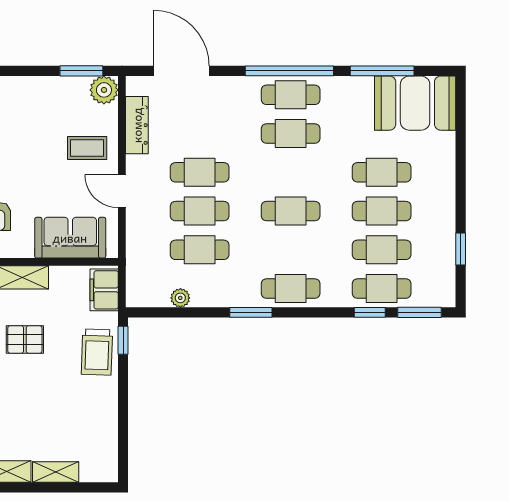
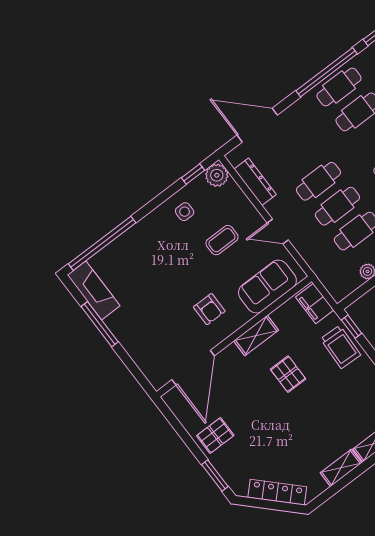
window: (81, 71) -> (193, 174), width x0.67
side table: (45, 102) -> (185, 212), added
coffee table: (87, 148) -> (222, 240), moved
pallet: (25, 340) -> (288, 374), turned 90

